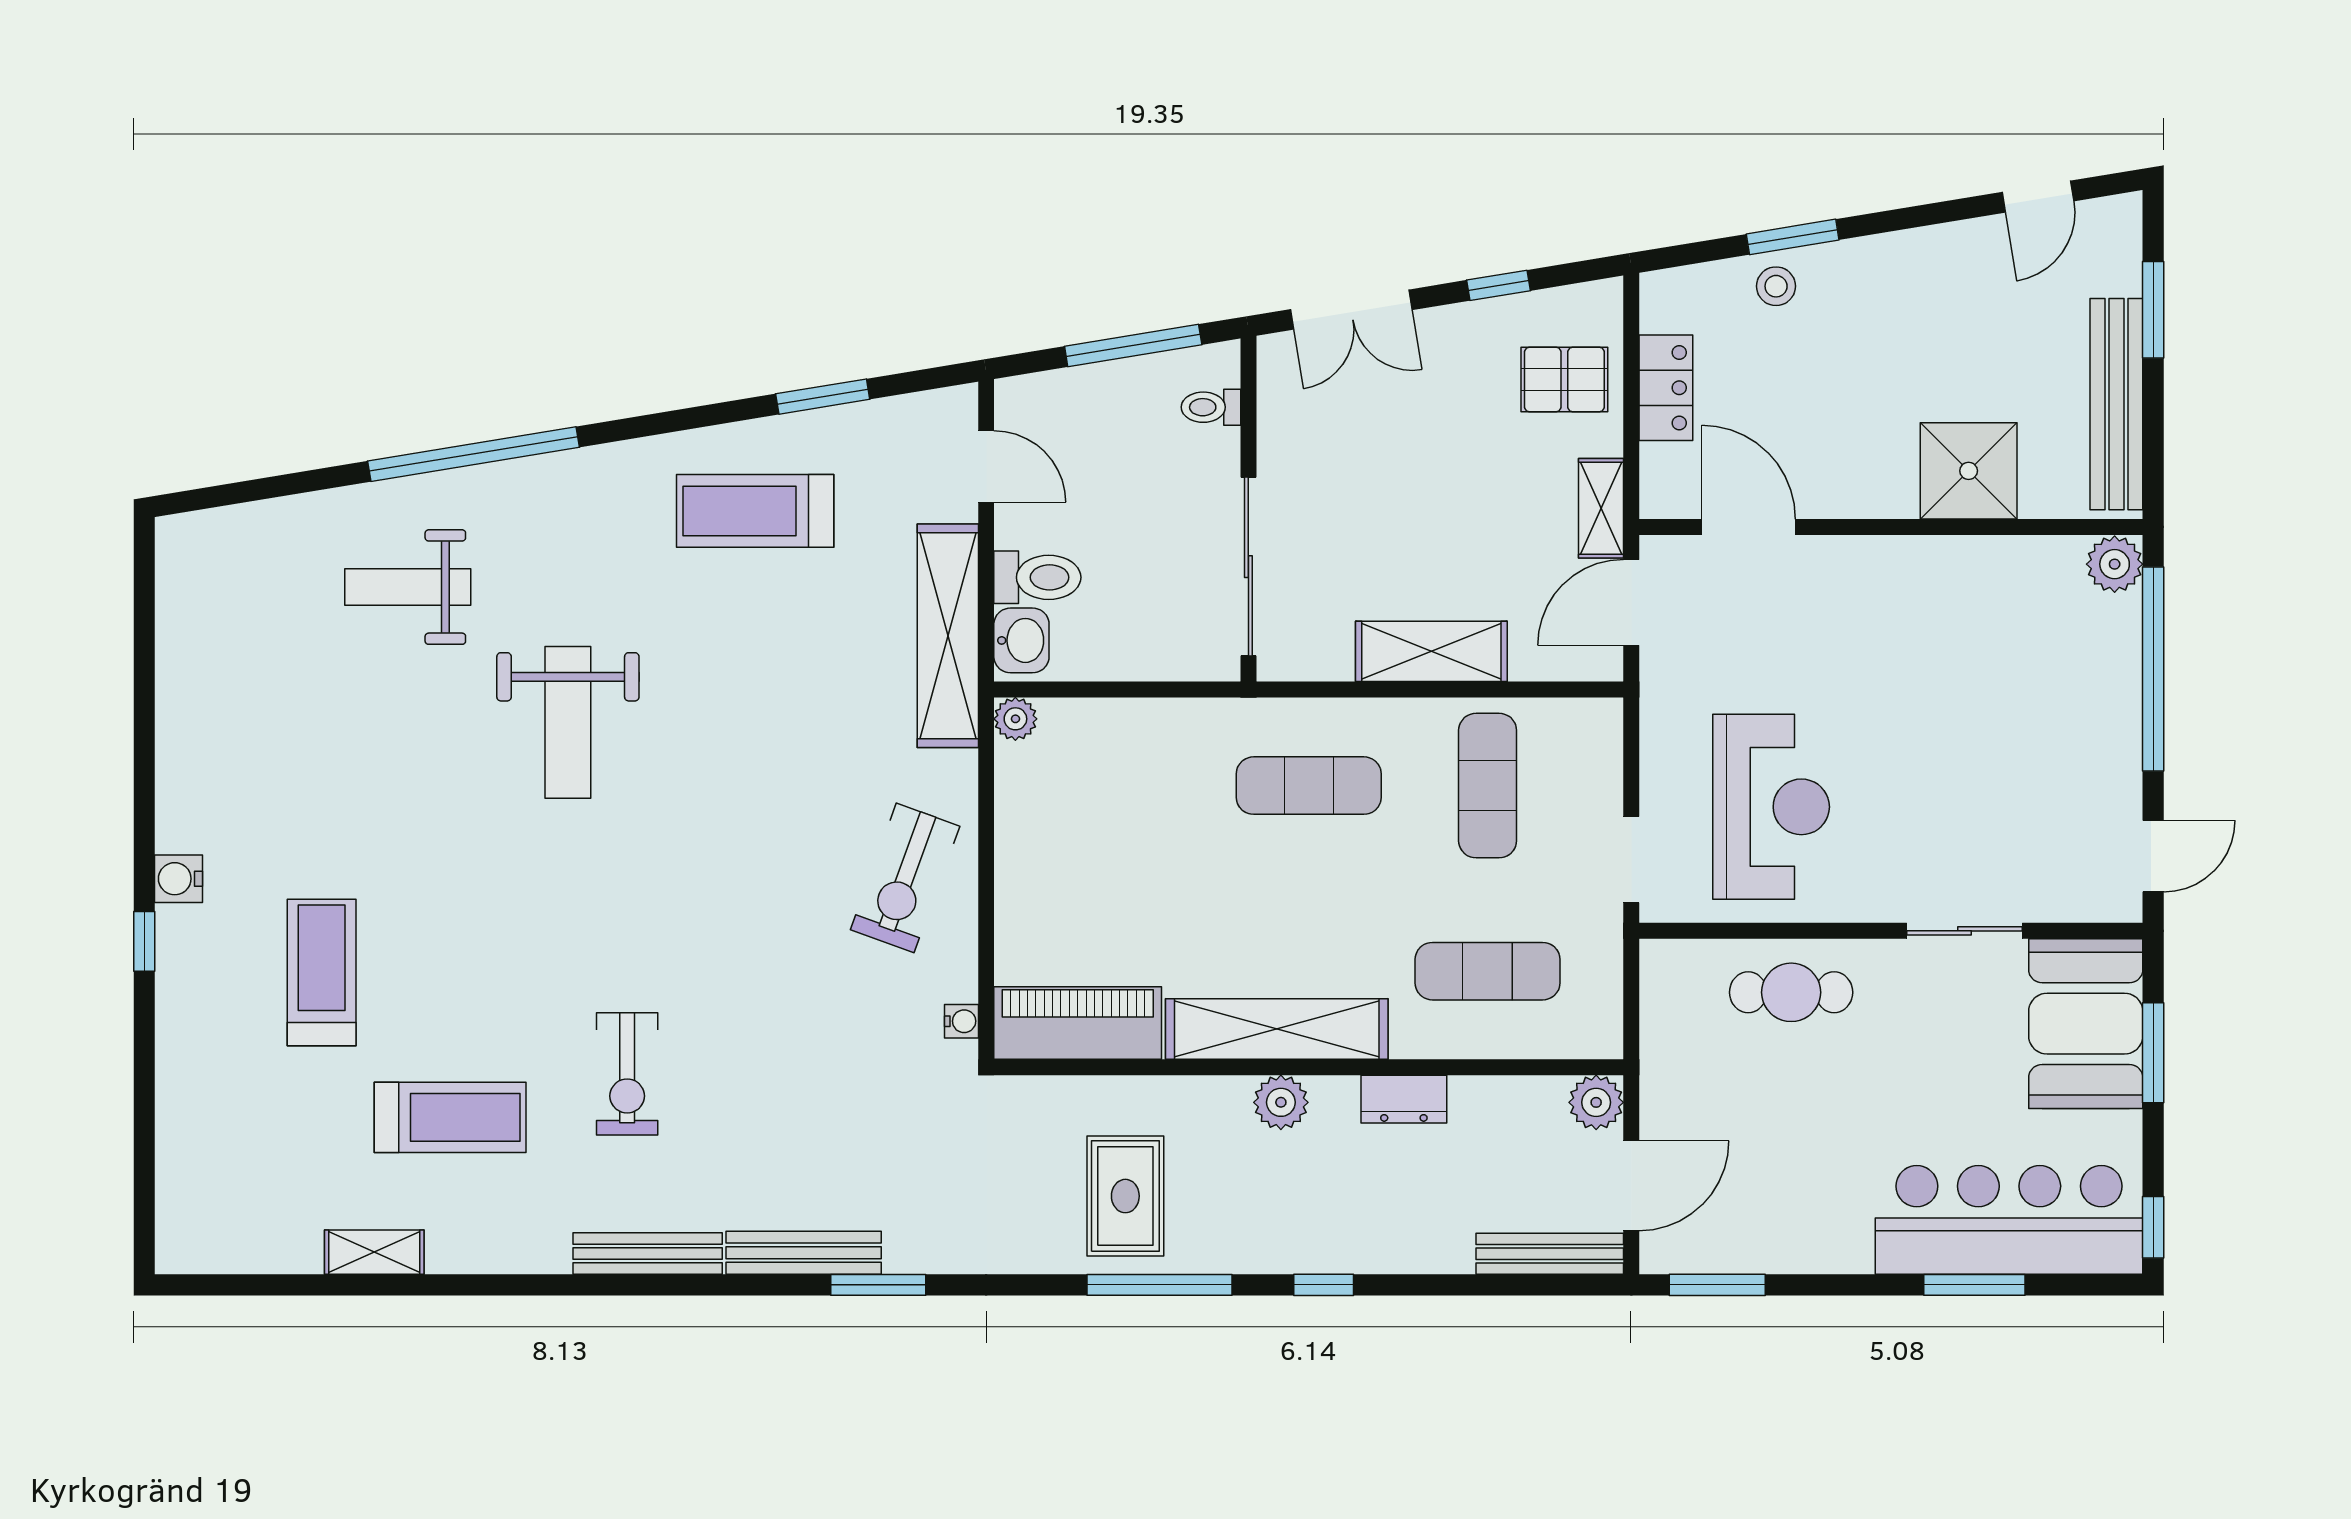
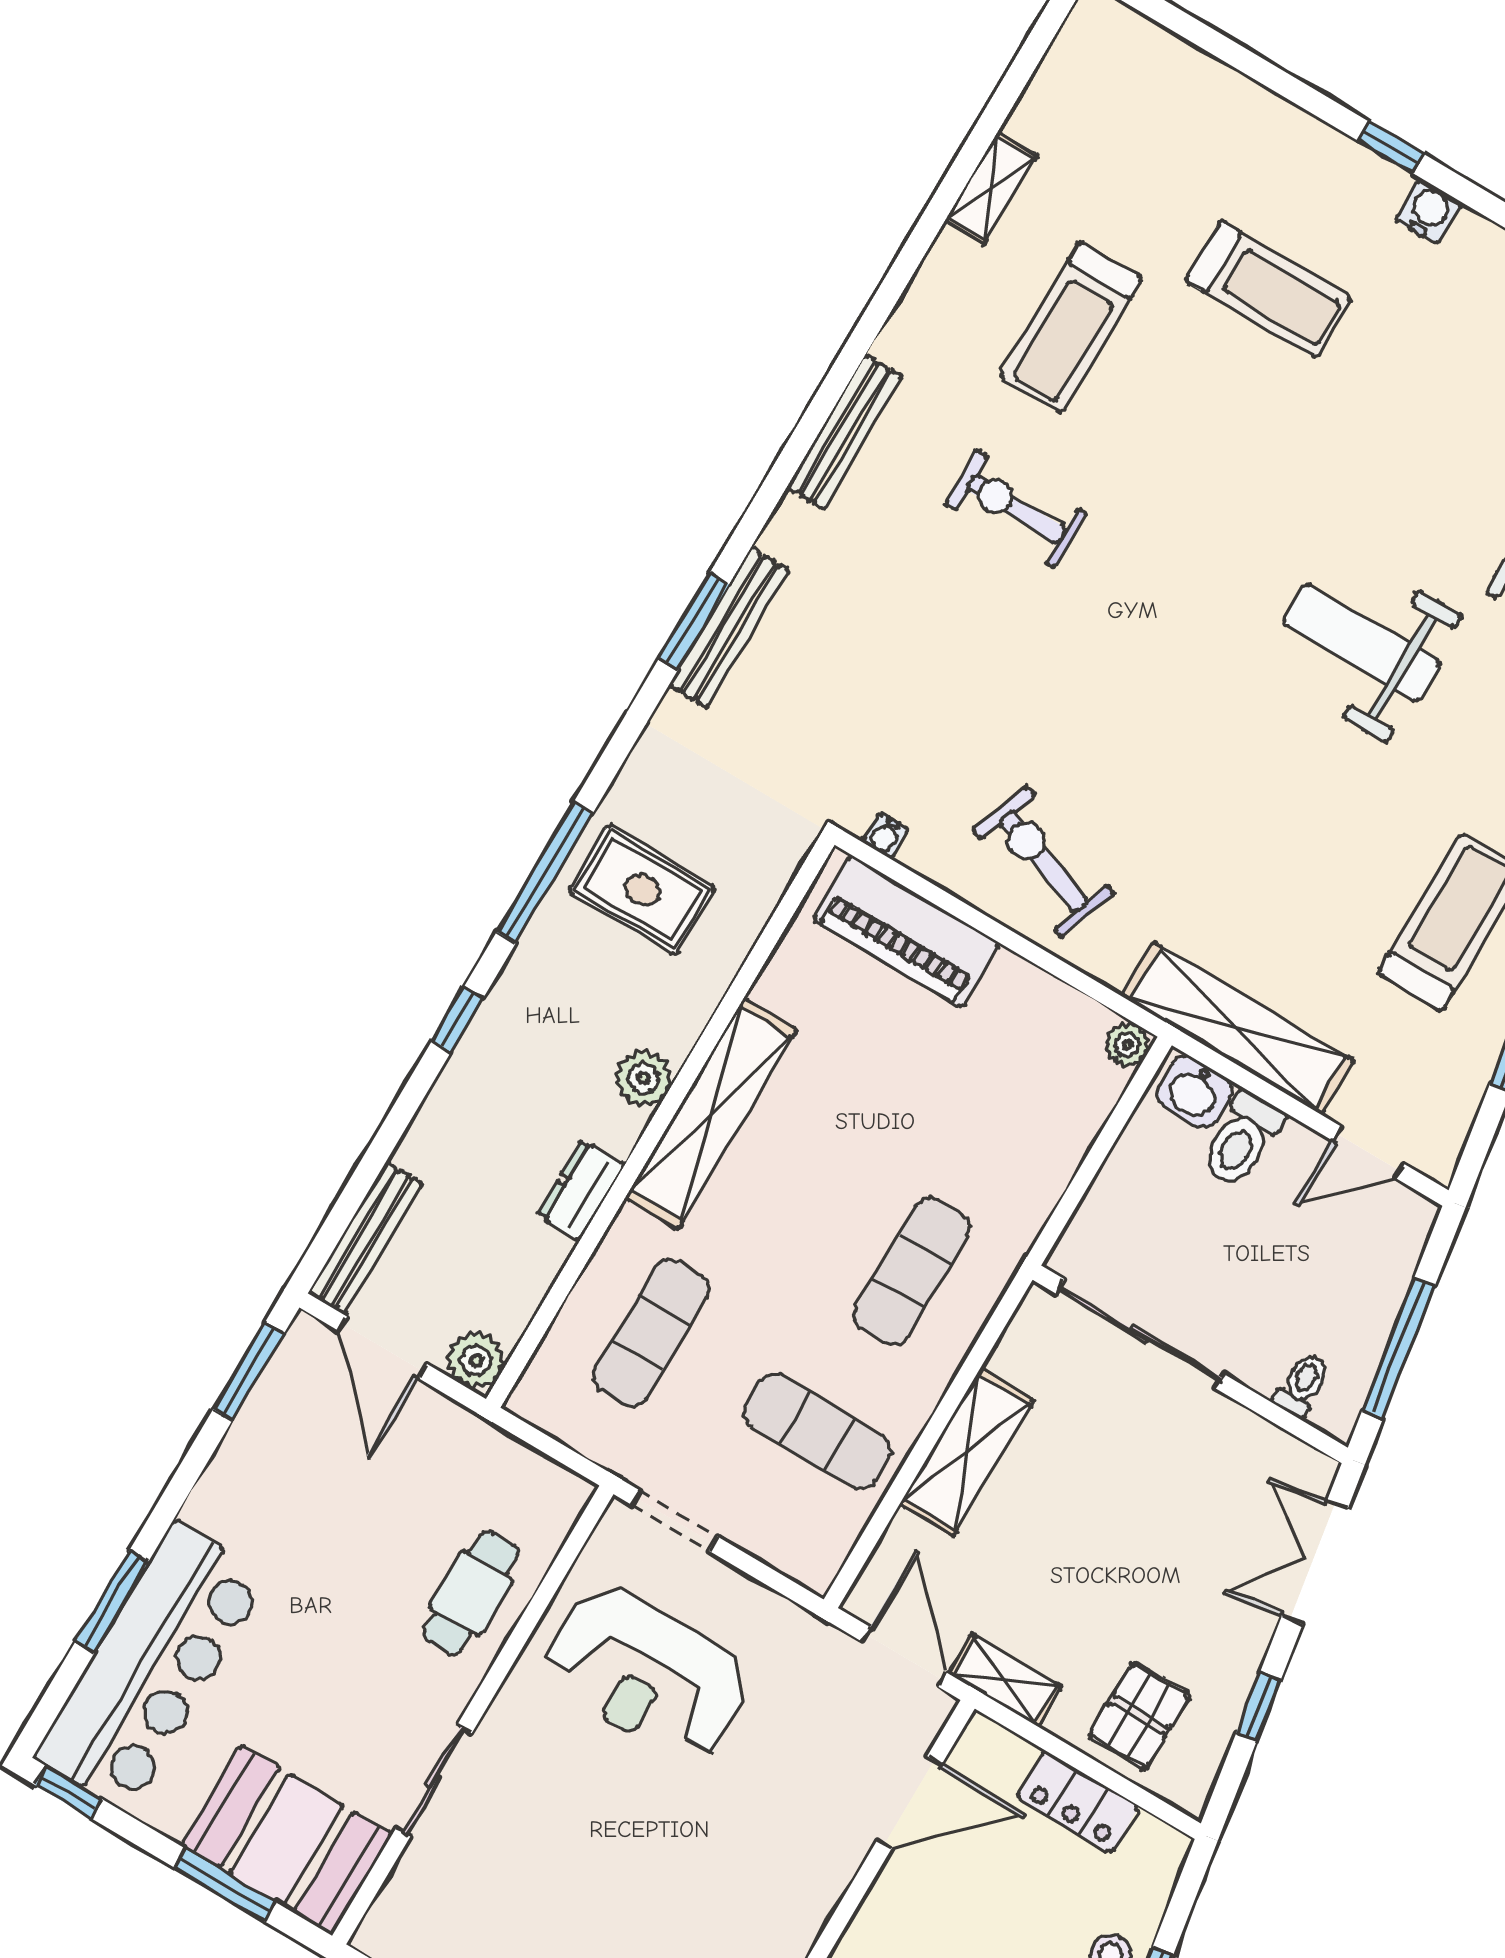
piano: (1078, 1023) -> (906, 931), moved, turned 90
bench: (804, 1253) -> (729, 628), moved

